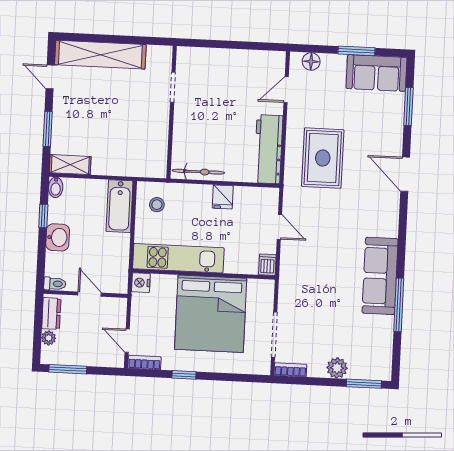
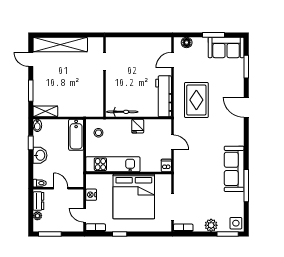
nightstand: (141, 283) -> (91, 195), moved
side table: (379, 367) -> (236, 223), added

